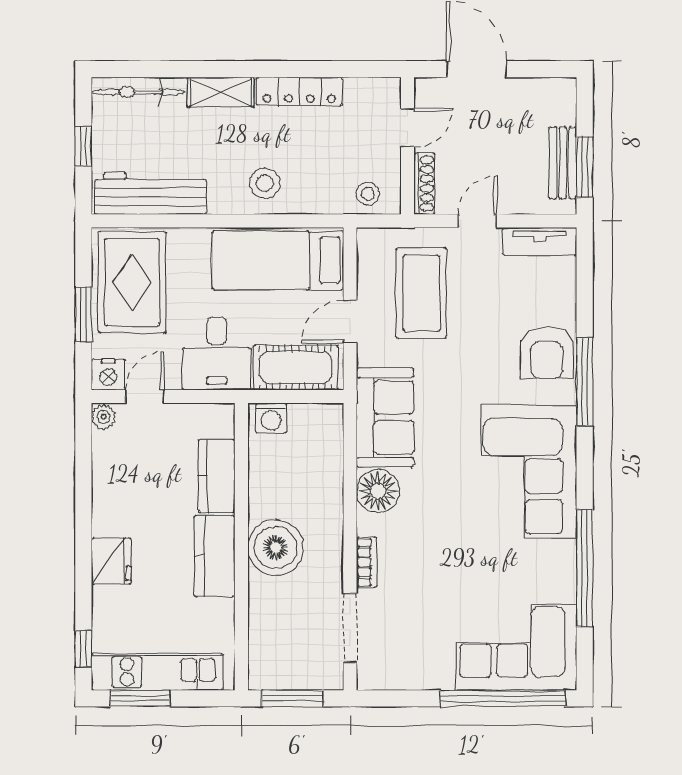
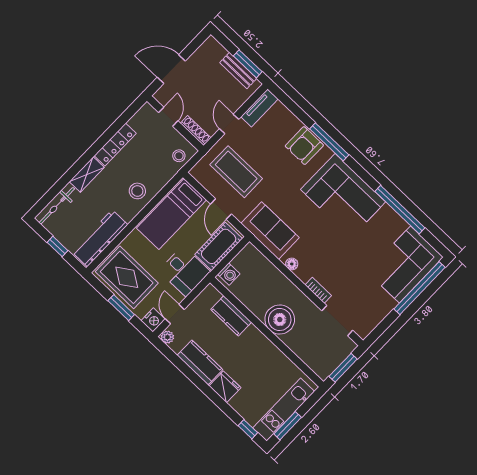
armchair: (547, 353) -> (304, 146), turned 90
floor lamp: (378, 491) -> (292, 264), width x0.53, depth x0.53
kitchen counter: (215, 556) -> (200, 362), moved, turned 180

